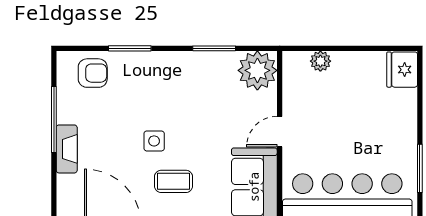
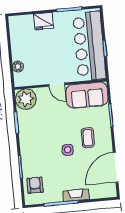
fridge: (402, 70) -> (43, 21), moved

